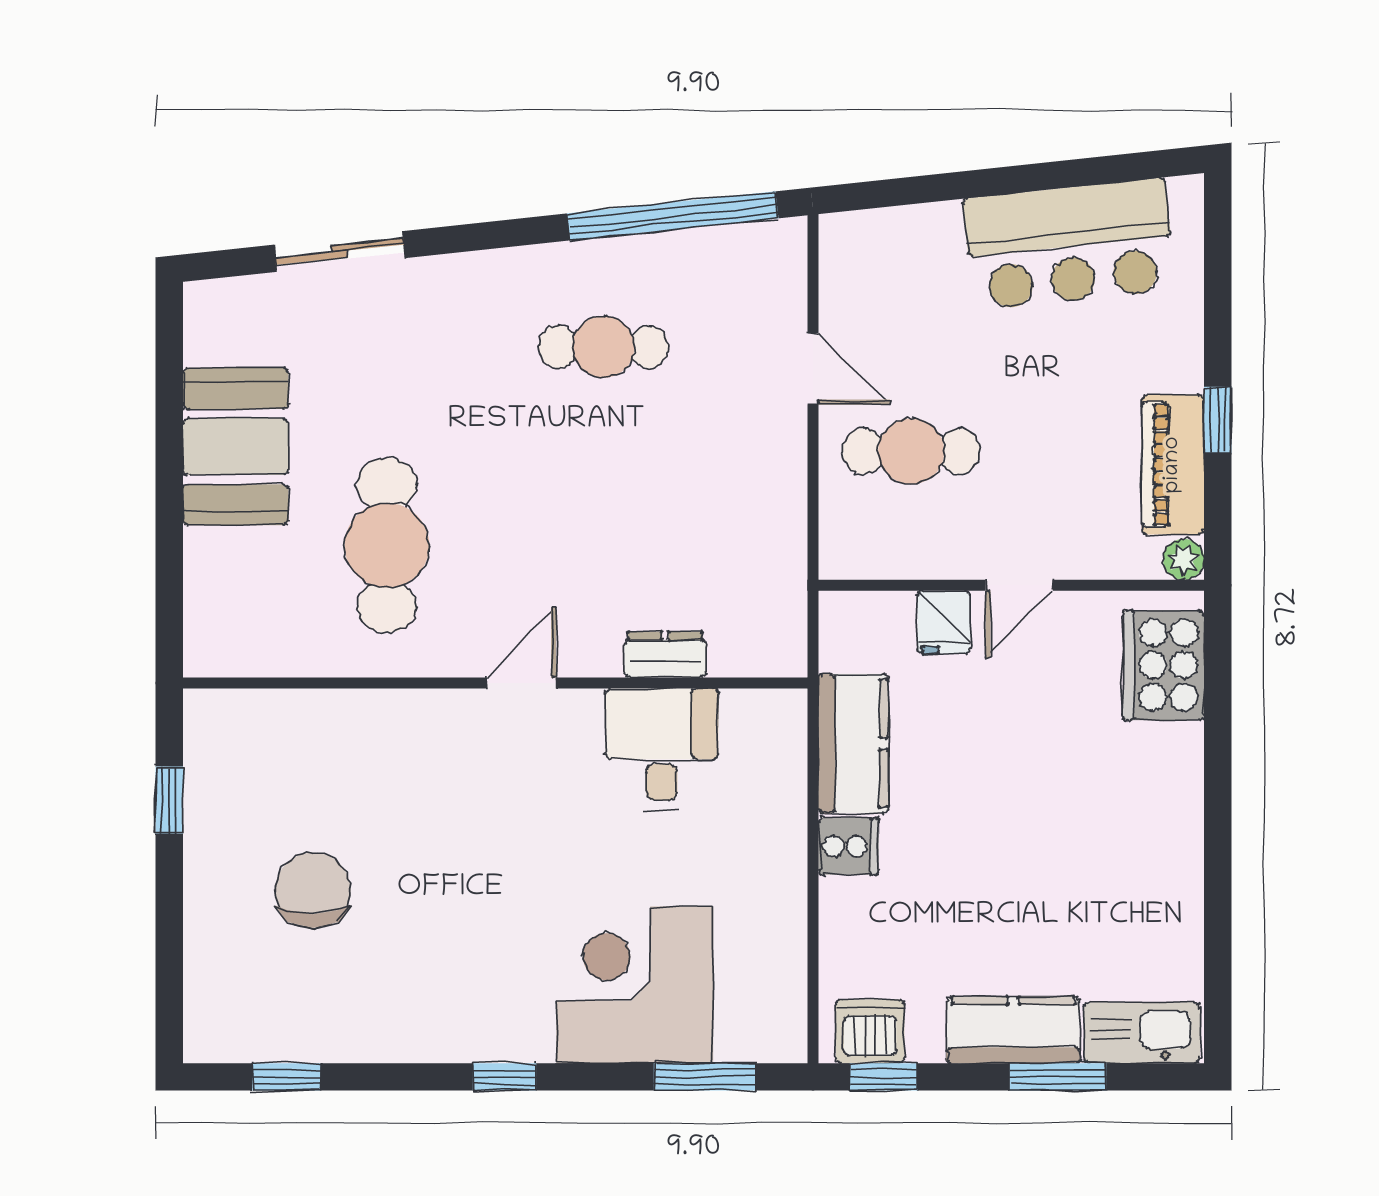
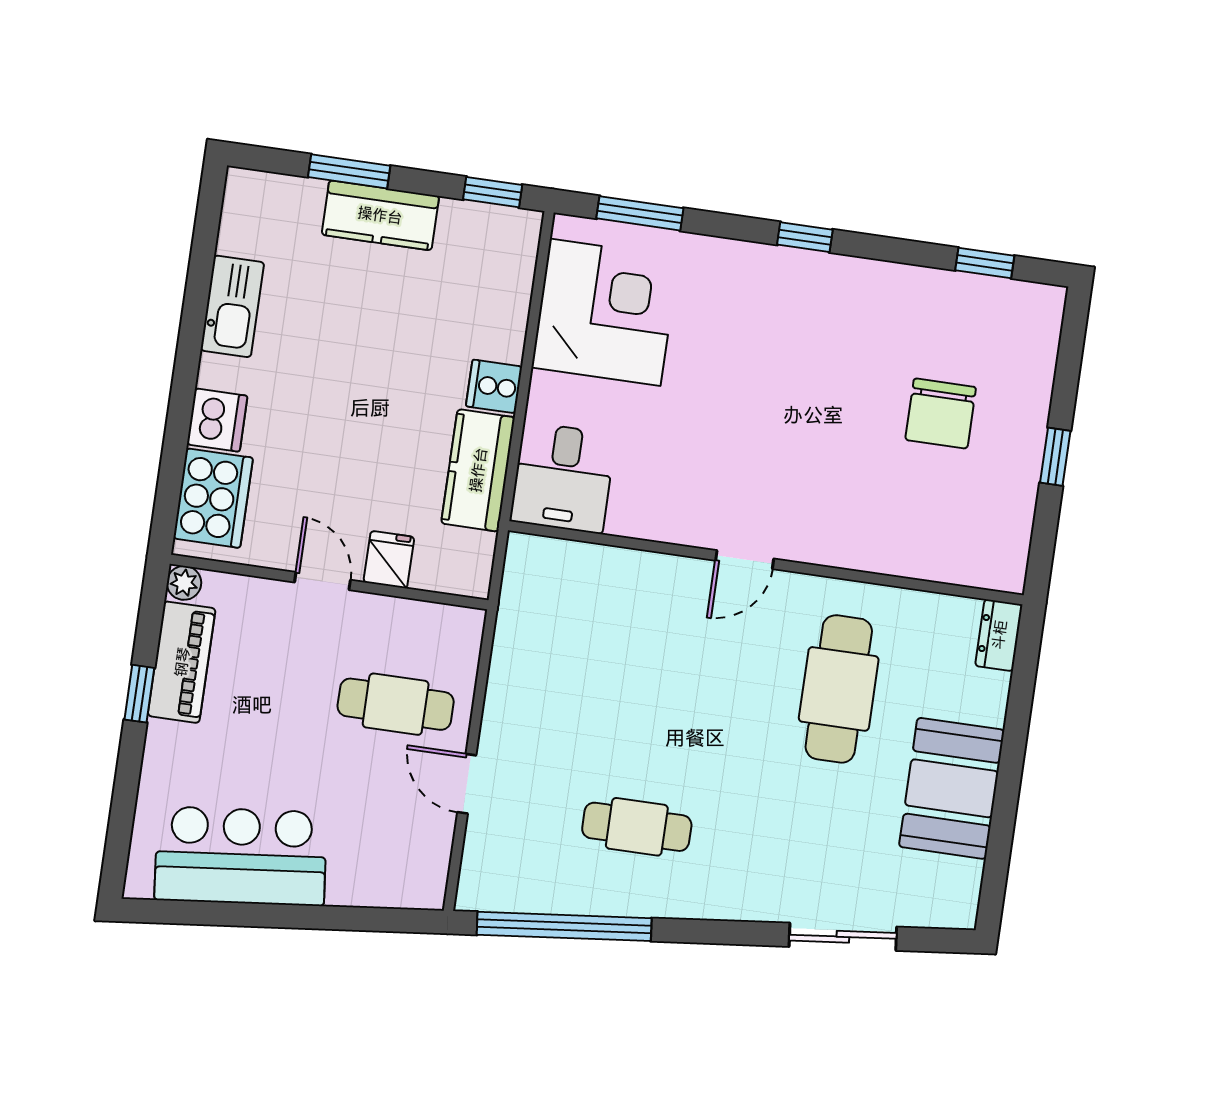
door: (1019, 585) -> (323, 581), hinge flipped
dresser: (665, 655) -> (999, 635), moved, turned 90
desk: (662, 749) -> (563, 478), moved
window: (169, 800) -> (1055, 457), moved
corner desk: (635, 985) -> (605, 312), moved, turned -90
dishwasher: (870, 1031) -> (217, 420), moved, turned -90
kitchen sink: (1142, 1033) -> (232, 306), moved, turned -90

